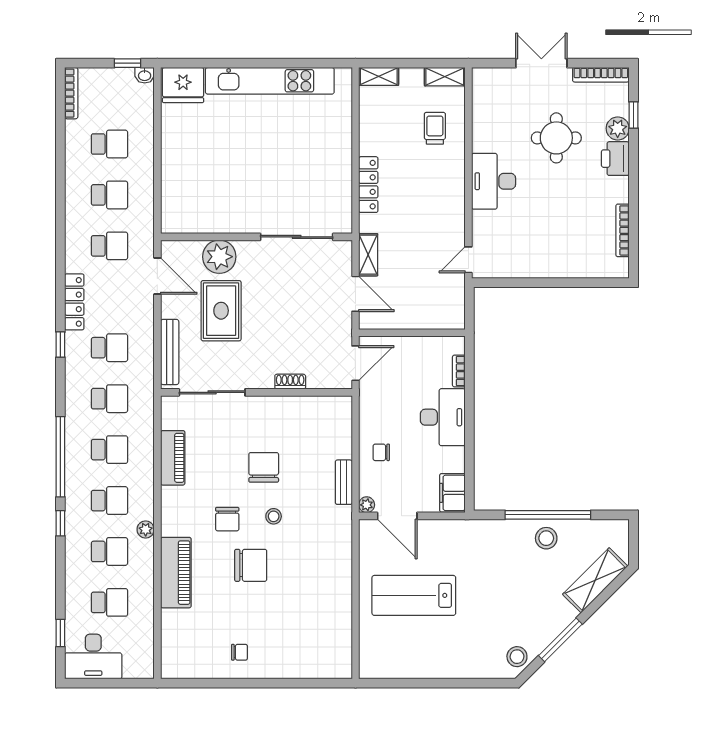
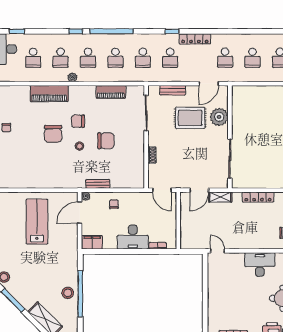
bench: (170, 352) -> (173, 90), width x0.73

